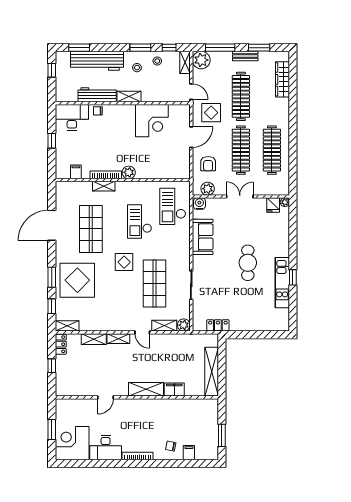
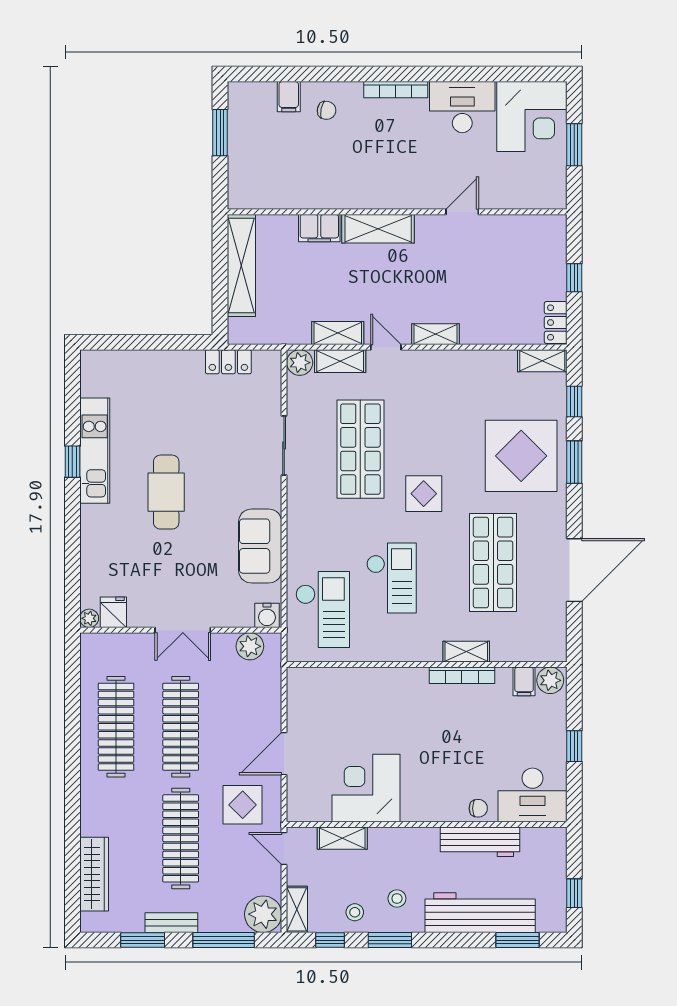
shelving: (129, 97) -> (342, 838), moved
armchair: (208, 164) -> (249, 699), removed
plant: (129, 172) -> (550, 680), moved
shelving: (94, 339) -> (338, 333), moved

